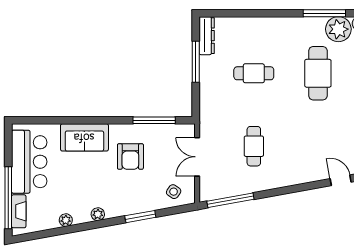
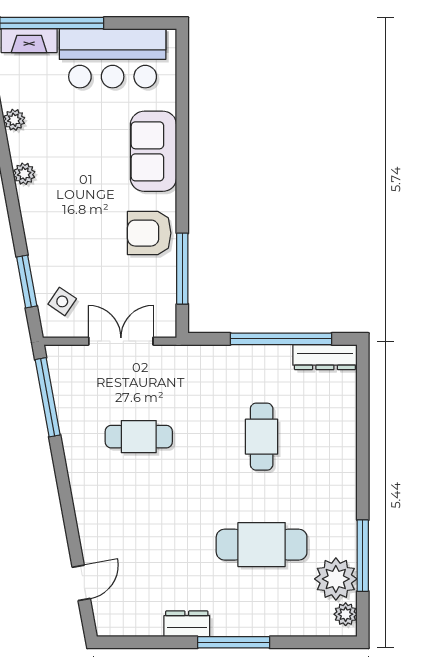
window: (196, 62) -> (281, 339), width x1.46
armchair: (130, 156) -> (149, 233), moved
window: (140, 217) -> (27, 281), moved

